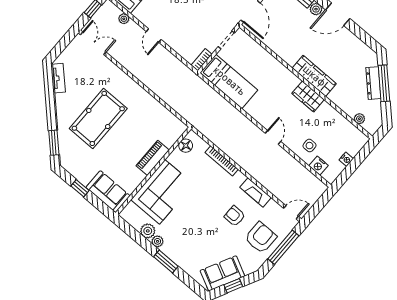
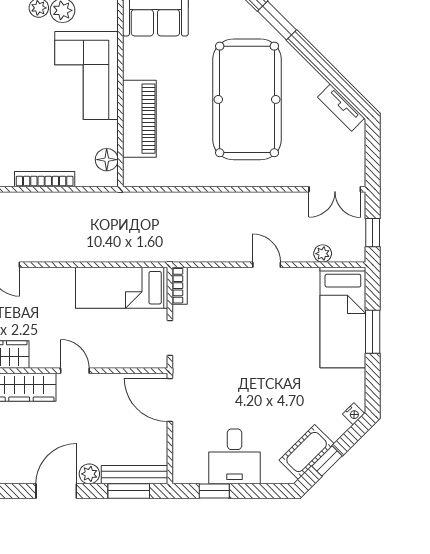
door: (282, 62) -> (75, 371), added
pool table: (98, 118) -> (247, 99), width x1.36, depth x1.32
piano: (153, 158) -> (139, 119), width x1.37, depth x1.33

